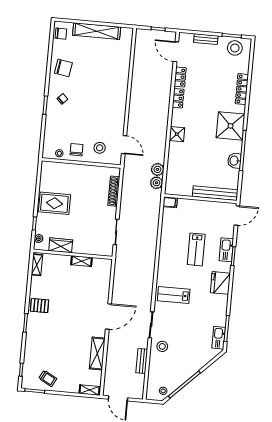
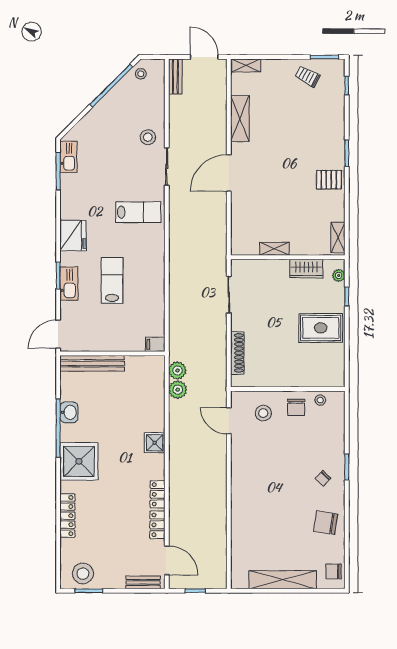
bench: (206, 39) -> (143, 582), moved
bench: (142, 361) -> (175, 77), moved

